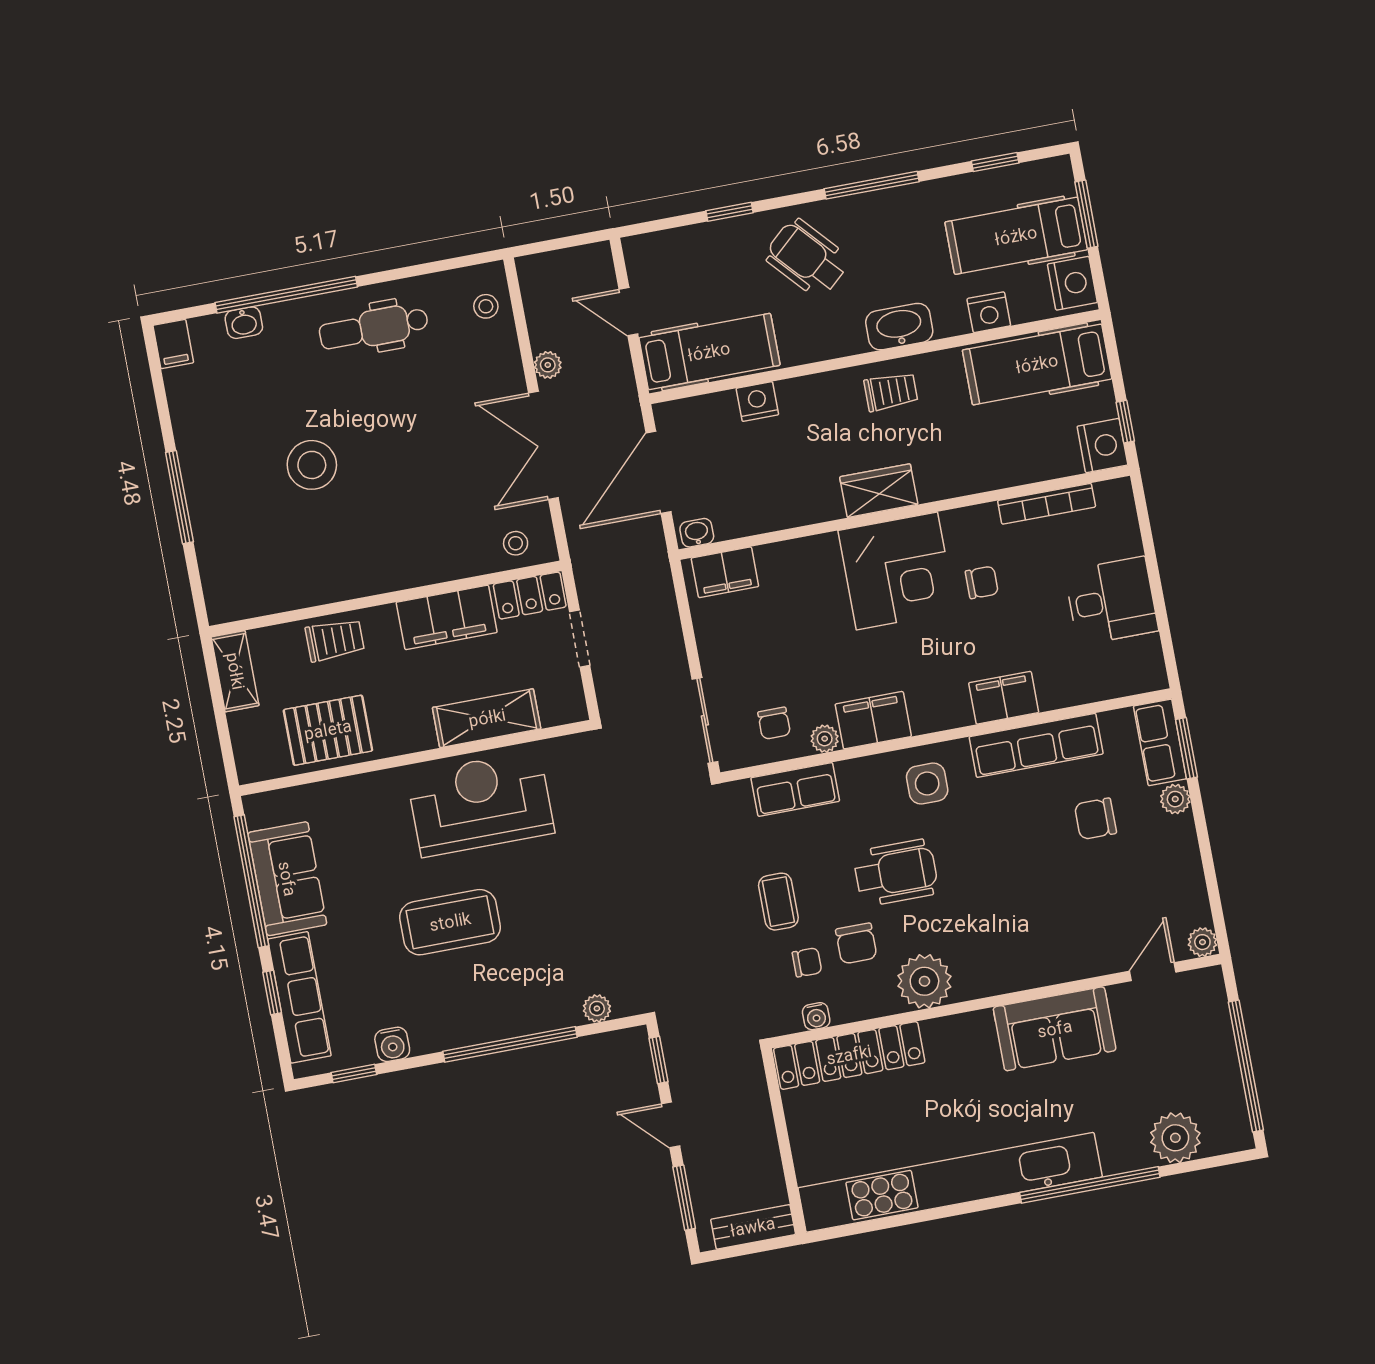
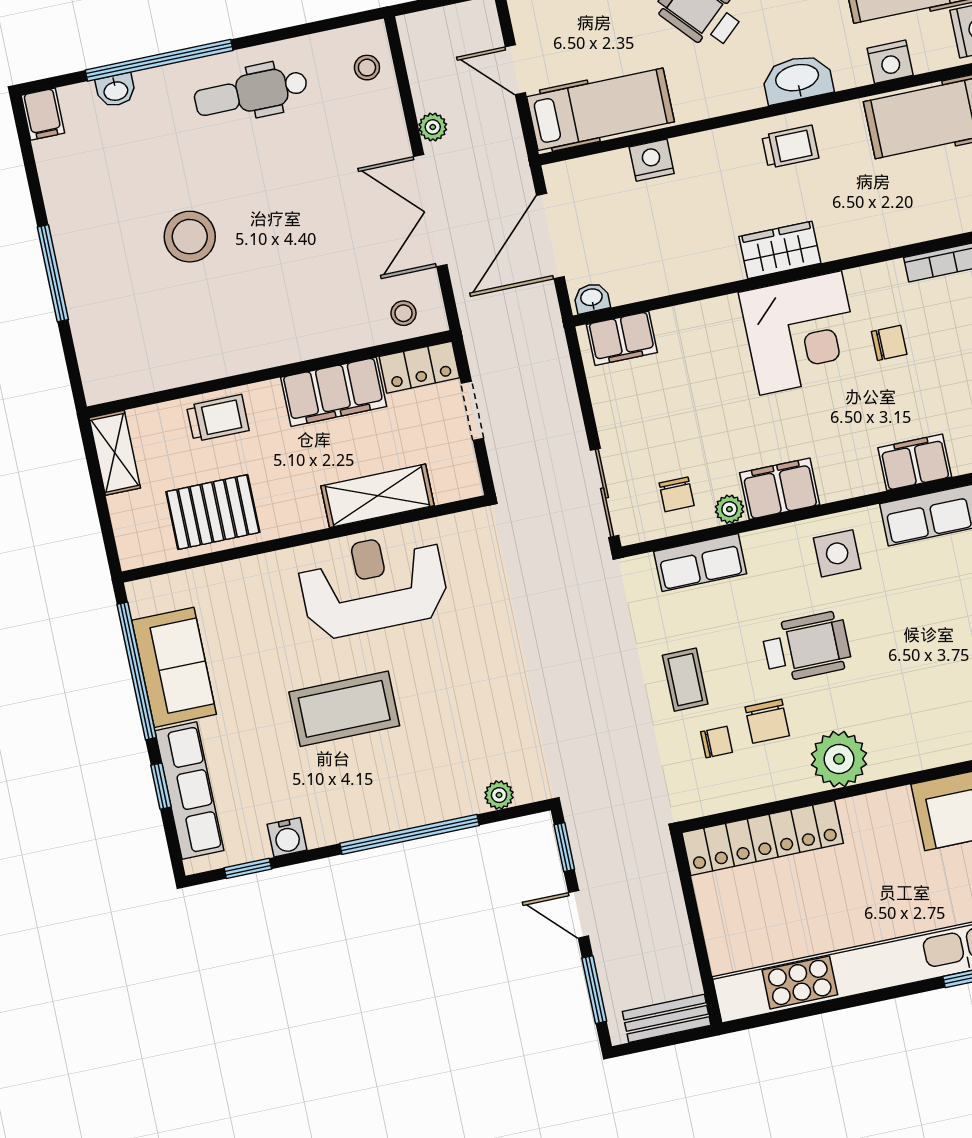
water cooler: (816, 1016) -> (727, 798), removed

